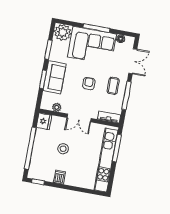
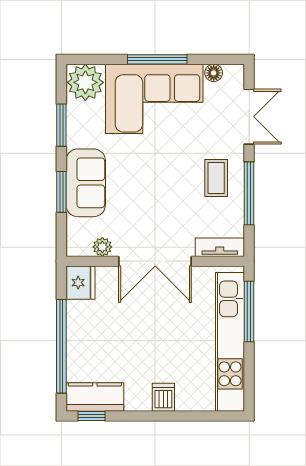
armchair: (89, 84) -> (162, 183), removed
double door: (79, 118) -> (155, 261), width x1.37
stool: (63, 149) -> (133, 334), removed
kitchen counter: (41, 174) -> (95, 397), added
dishwasher: (60, 177) -> (163, 397), moved

